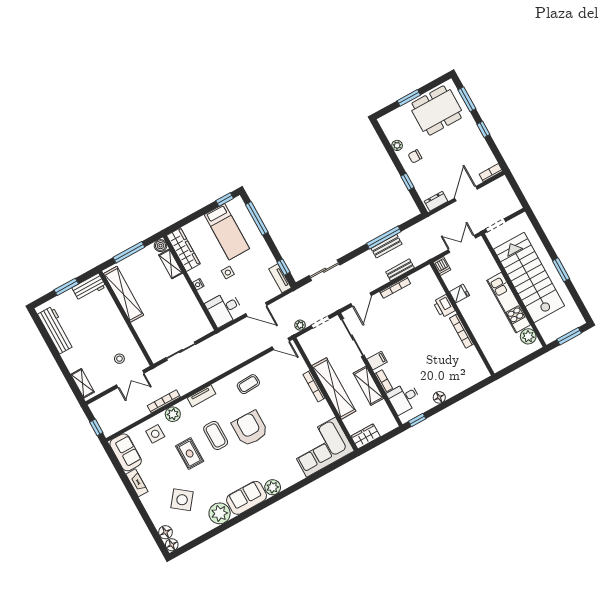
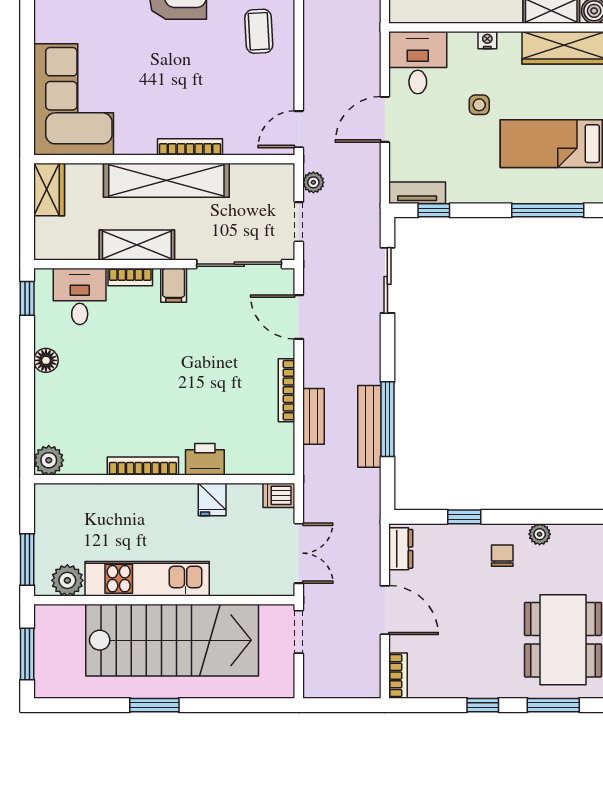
bench: (386, 246) -> (369, 426), width x1.36
window: (529, 358) -> (27, 559), added
plant: (481, 373) -> (49, 460), added

